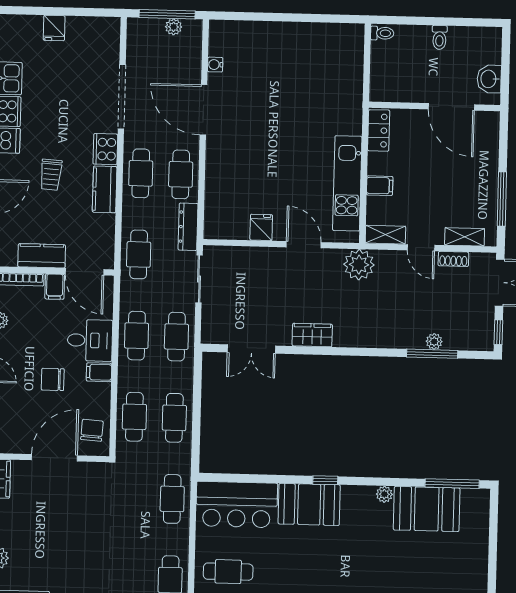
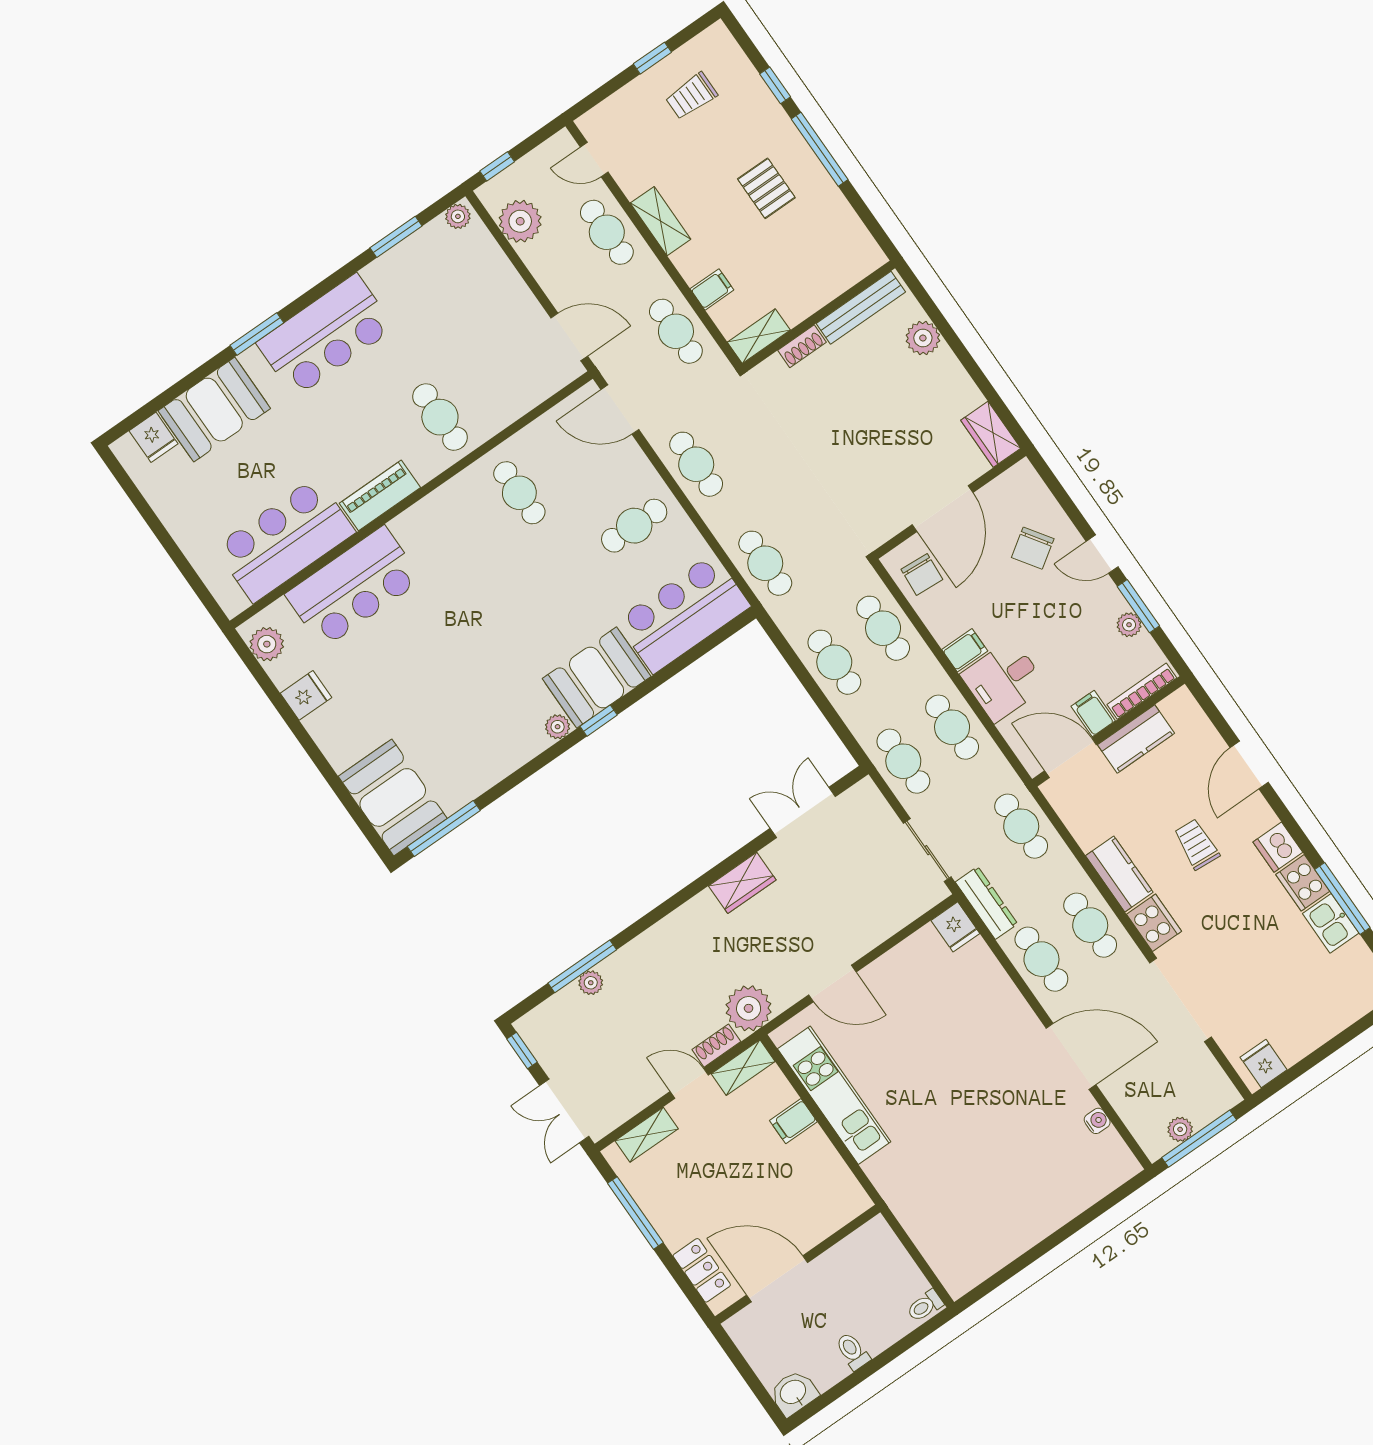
fridge: (54, 28) -> (1264, 1063), moved
washbasin: (489, 79) -> (794, 1393), moved, turned -90
locker: (379, 130) -> (702, 1270), moved, turned 180
fridge: (261, 227) -> (955, 927), moved
shoe rack: (453, 259) -> (716, 1046), moved
chair: (53, 379) -> (1033, 548), moved, turned 146
plant: (384, 494) -> (558, 727), moved
booth: (427, 509) -> (393, 797), moved, turned 90

